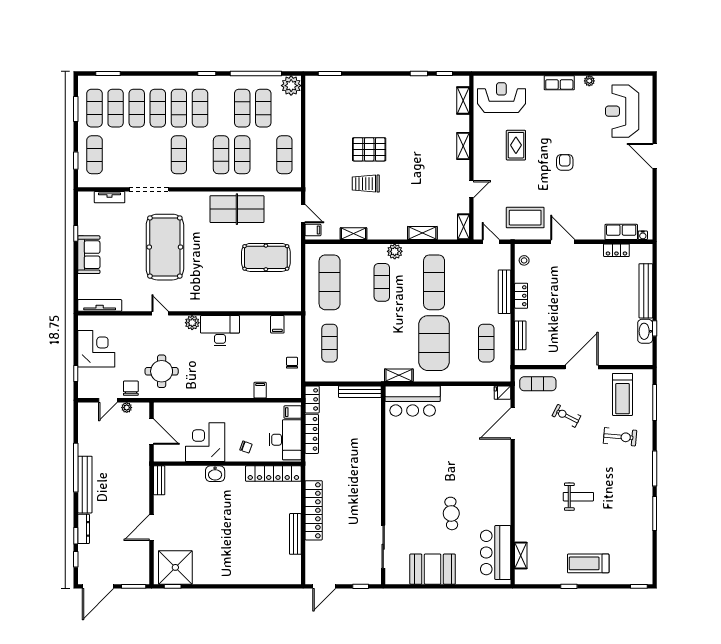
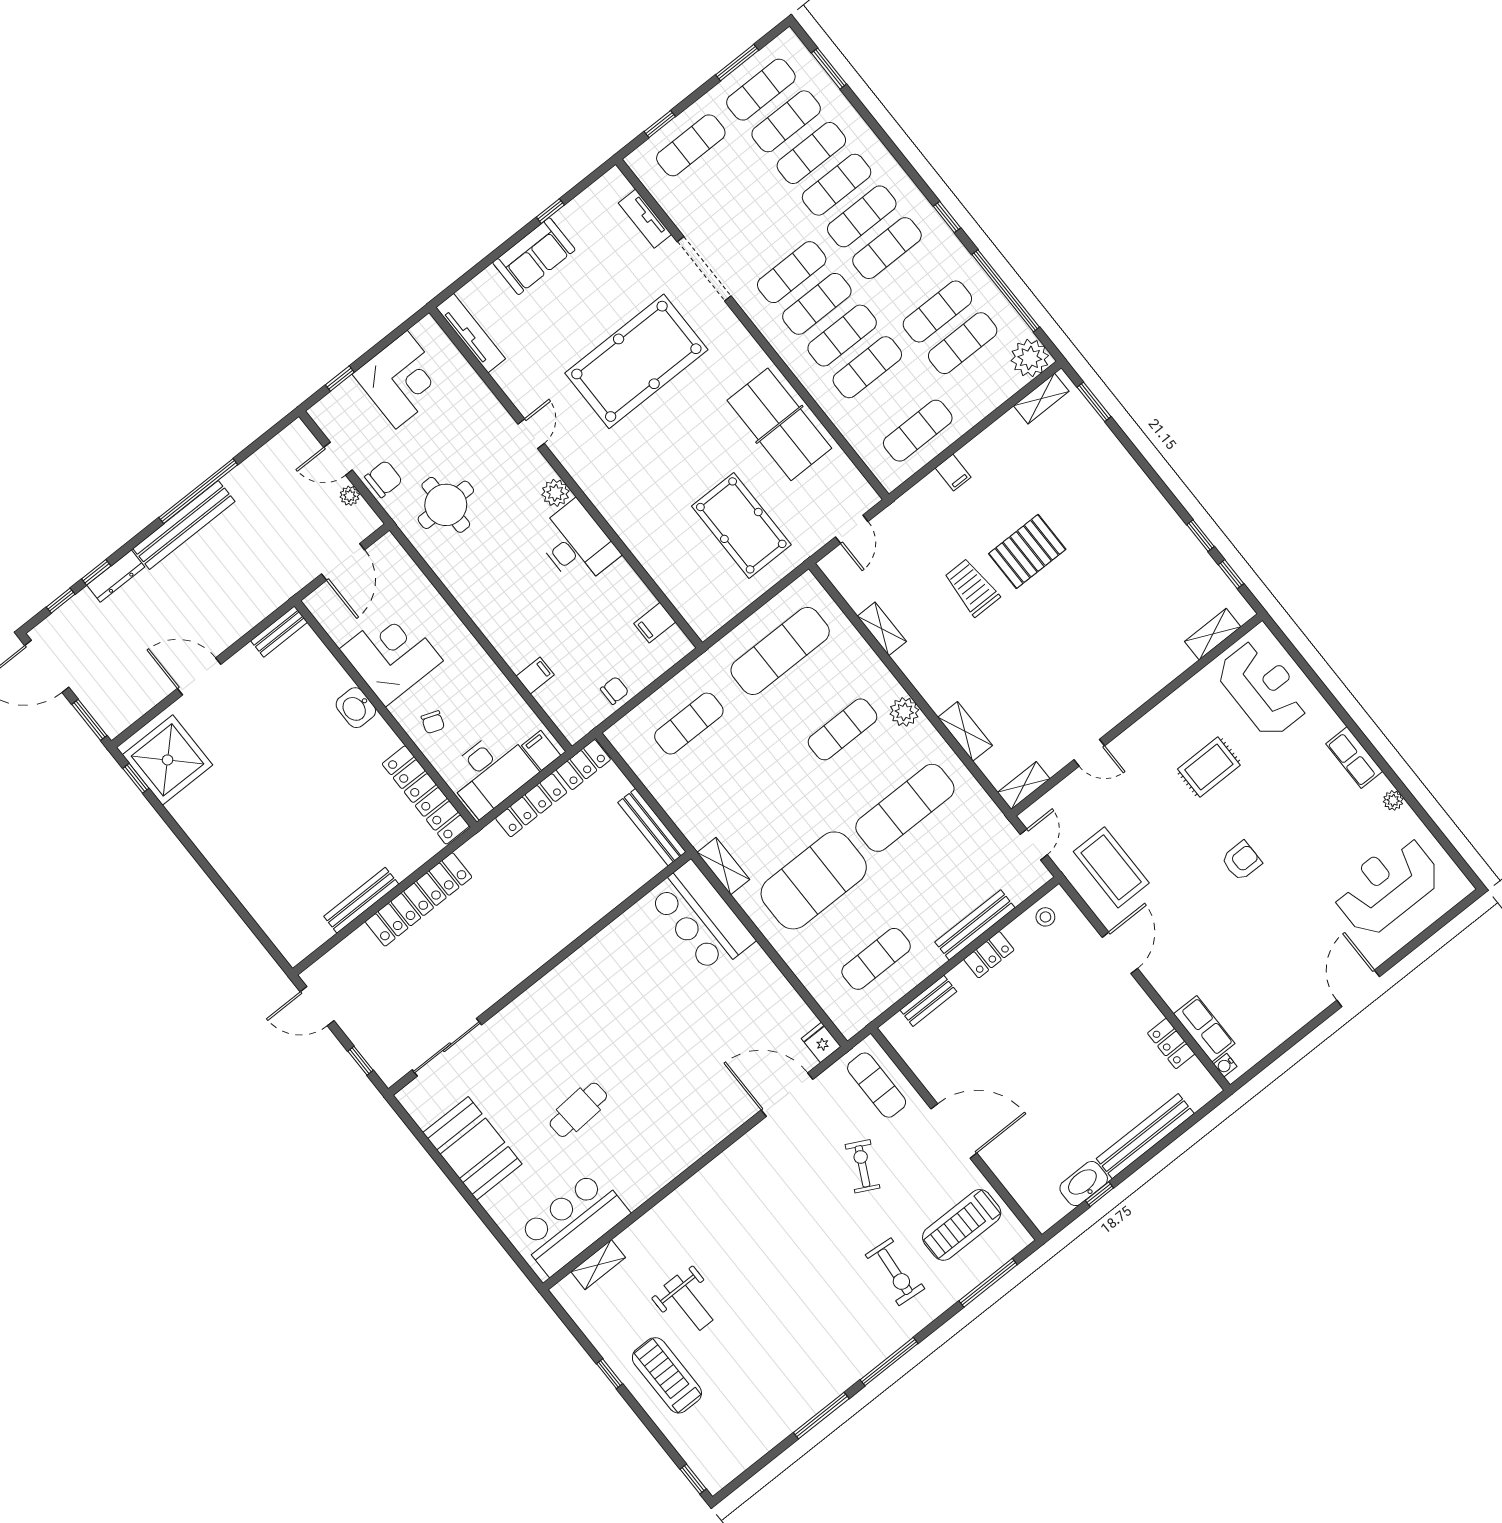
shelving: (463, 146) -> (1041, 399), moved
pallet: (369, 149) -> (1027, 551), turned 90
exercise mat: (200, 155) -> (817, 304), added
filing cabinet: (313, 230) -> (953, 473), moved
weight bench: (578, 497) -> (689, 1303), moved

